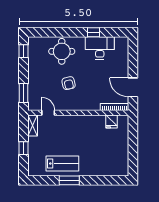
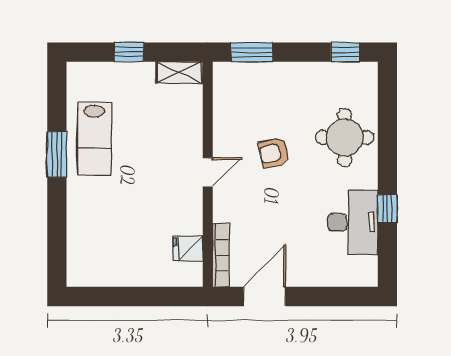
door: (48, 113) -> (208, 172), moved

